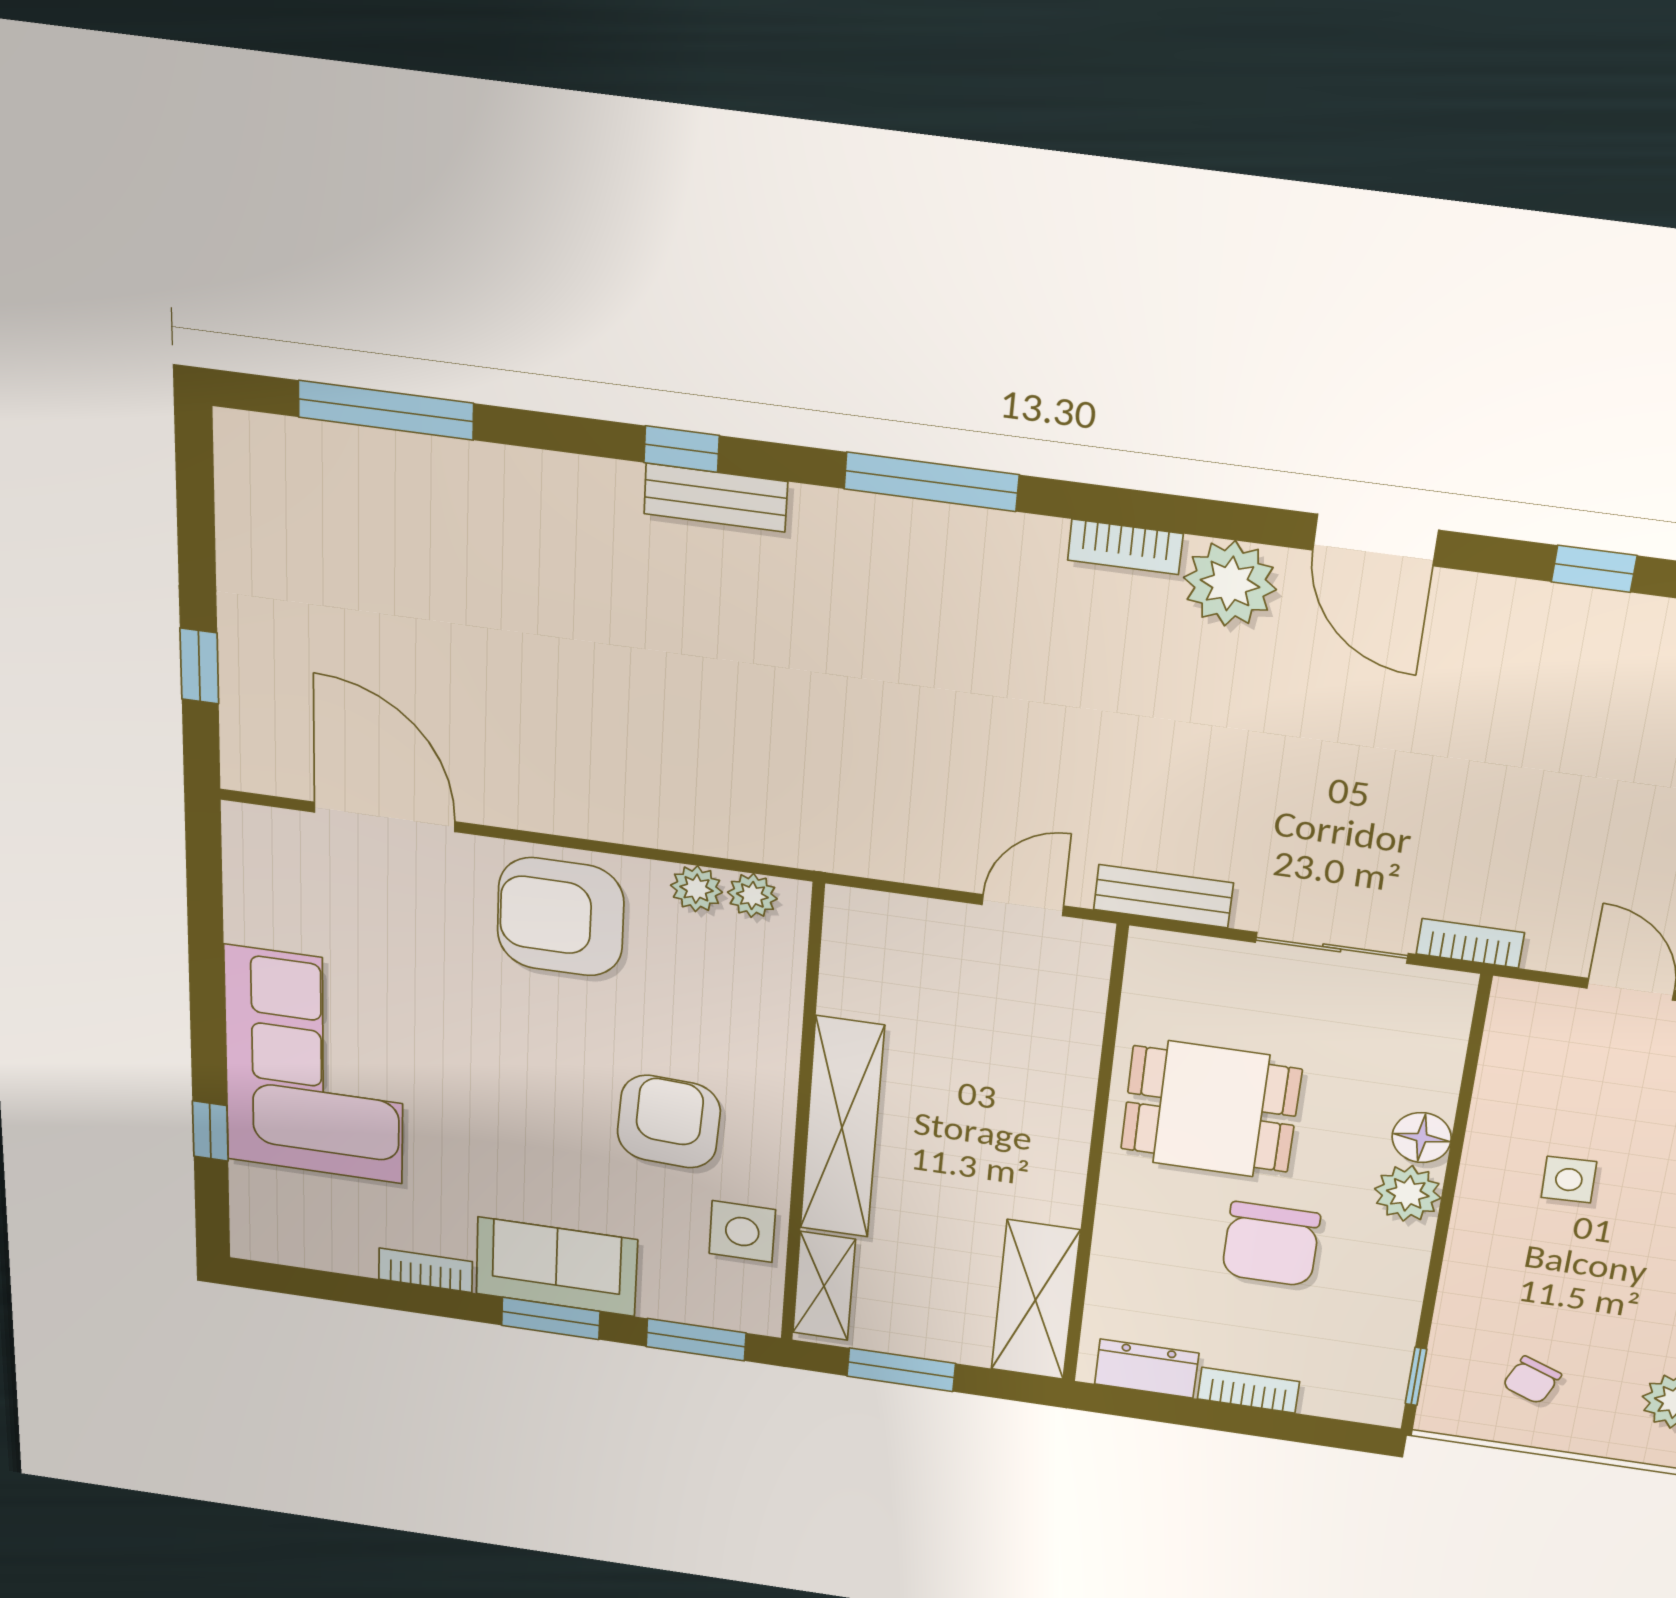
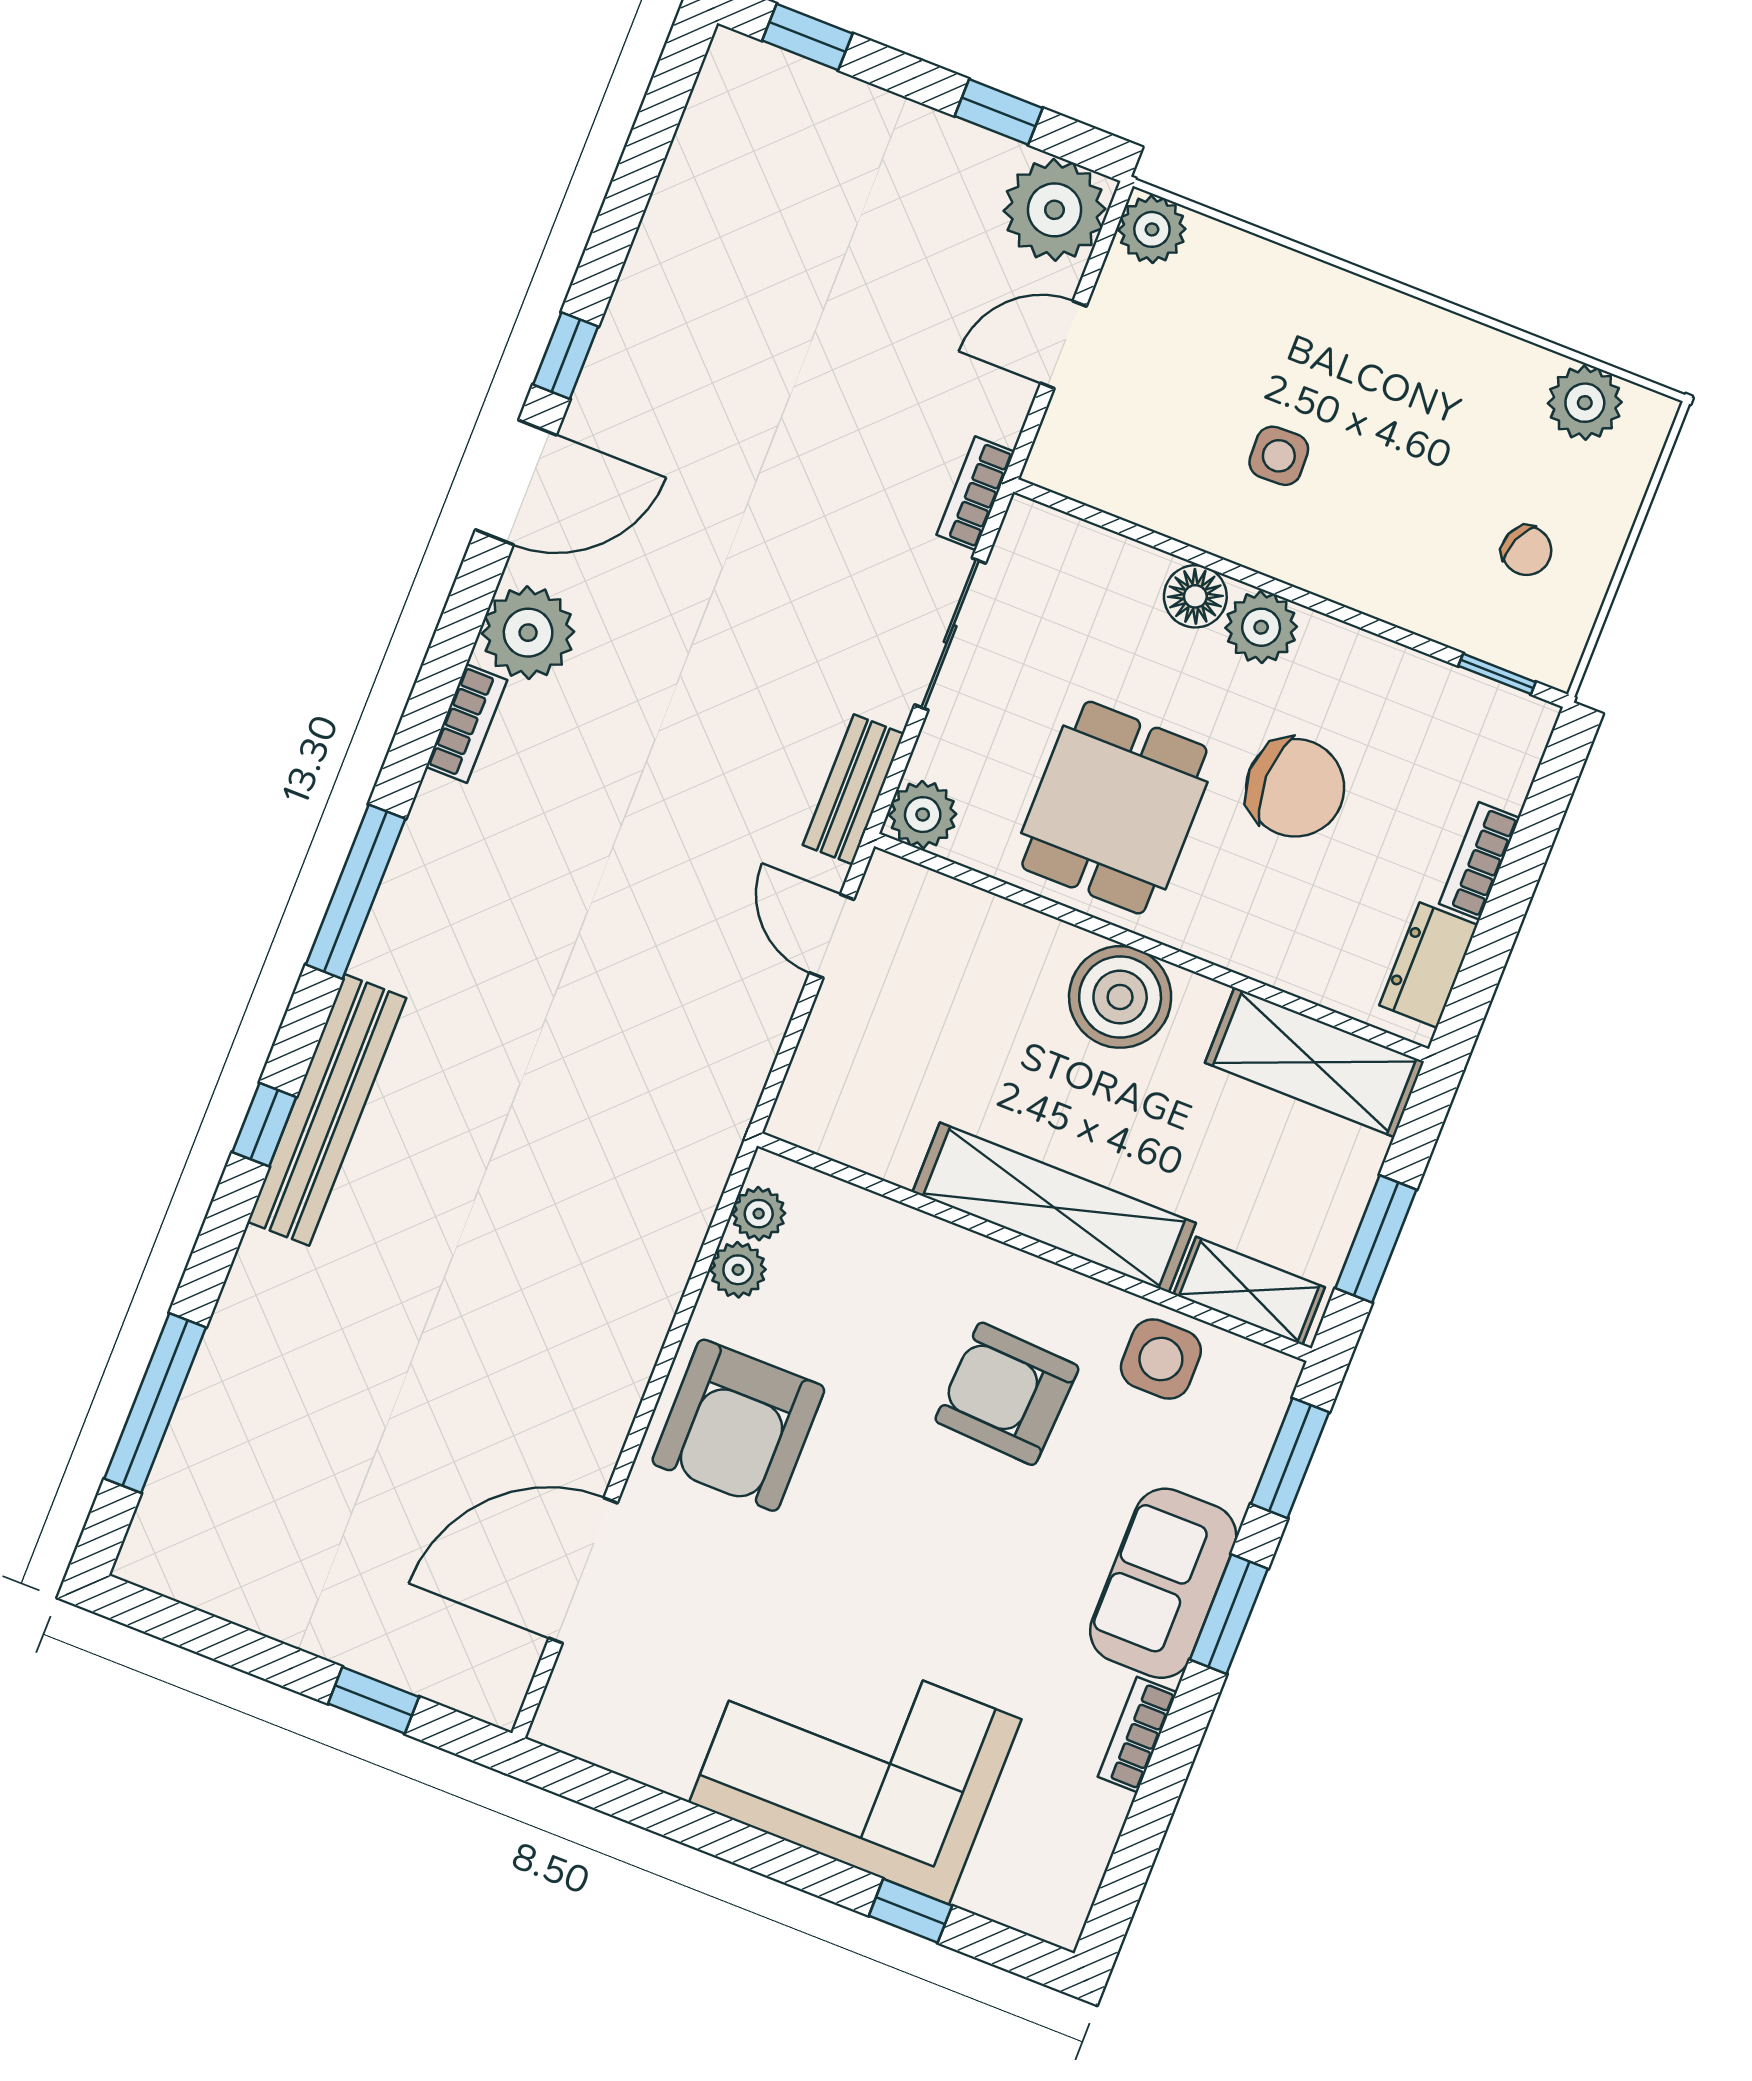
bench: (716, 498) -> (327, 1110), width x1.86, depth x1.21
window: (1594, 569) -> (566, 356), moved
plant: (1158, 958) -> (923, 815), added
boiler: (1043, 1144) -> (1120, 997), added

